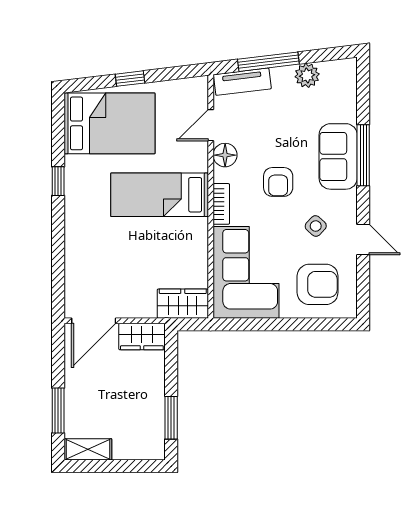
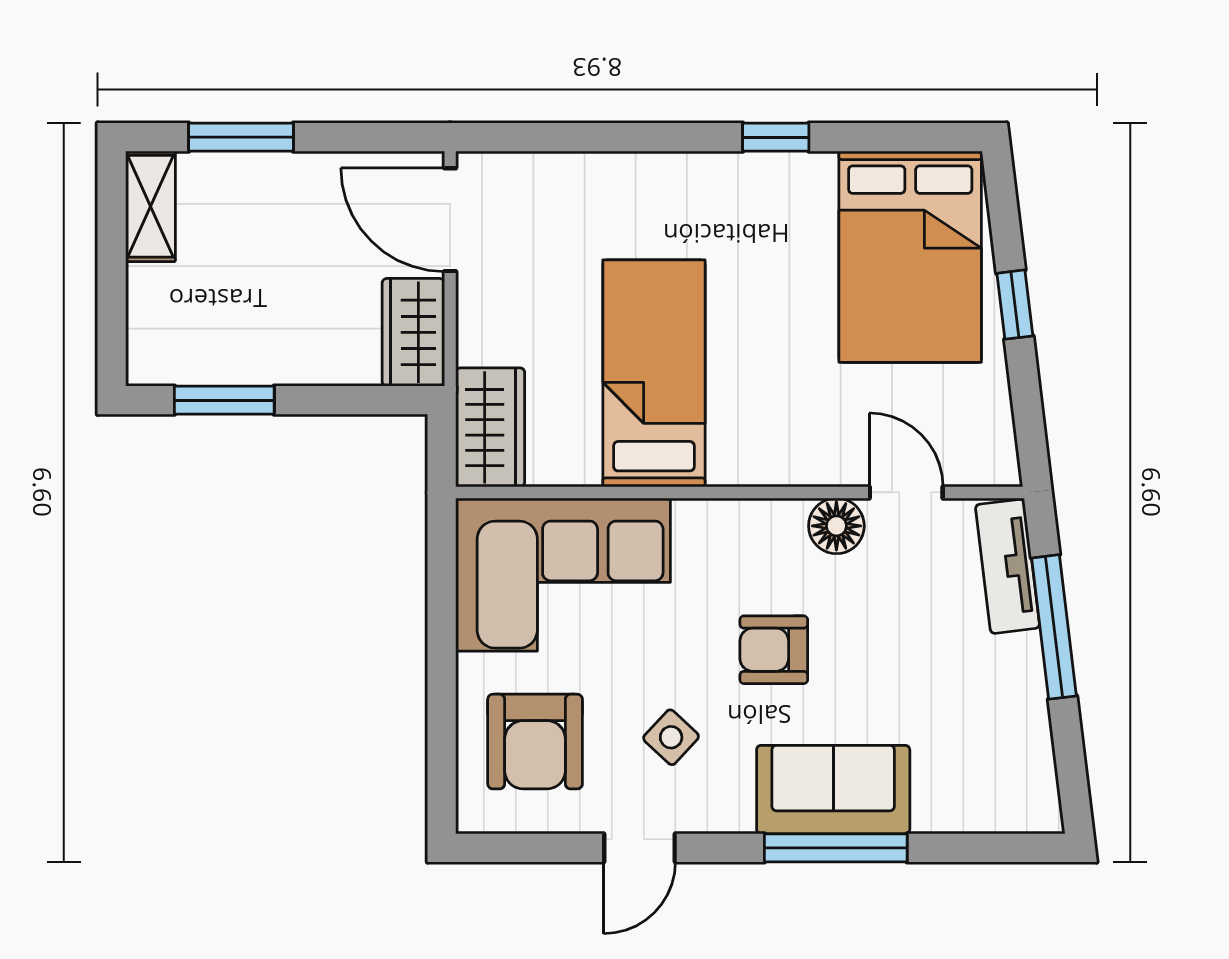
plant: (307, 75) -> (1022, 717), removed
bed: (160, 195) -> (654, 373), moved
bookcase: (221, 204) -> (723, 517), removed

